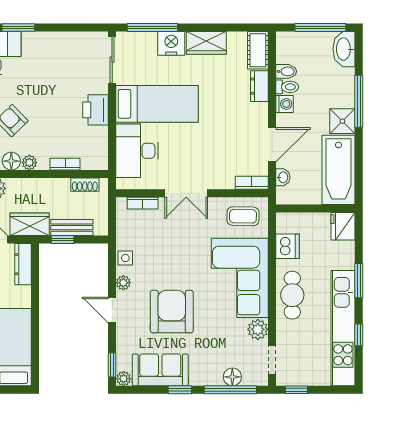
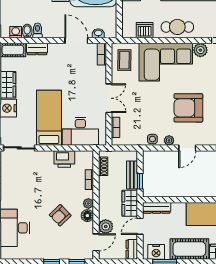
washing machine: (284, 104) -> (16, 32), moved
printer: (96, 110) -> (64, 159), moved

